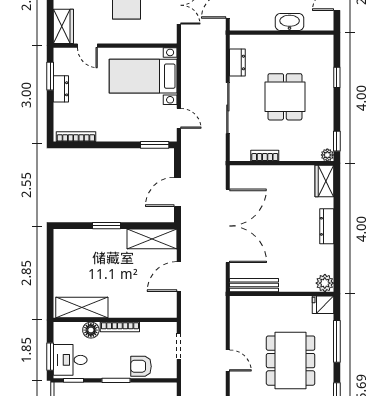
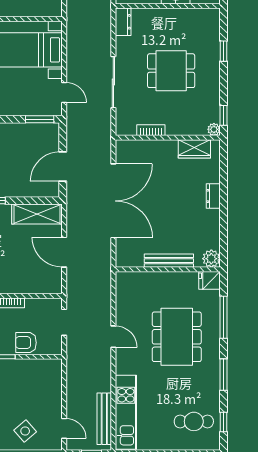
dresser: (237, 62) -> (123, 22), moved
dining table: (285, 97) -> (171, 71), turned 90
wardrobe: (324, 181) -> (194, 149), moved, turned -90
dresser: (327, 226) -> (213, 196), width x0.70
door: (179, 277) -> (64, 252), hinge flipped
bench: (254, 285) -> (169, 261), moved

